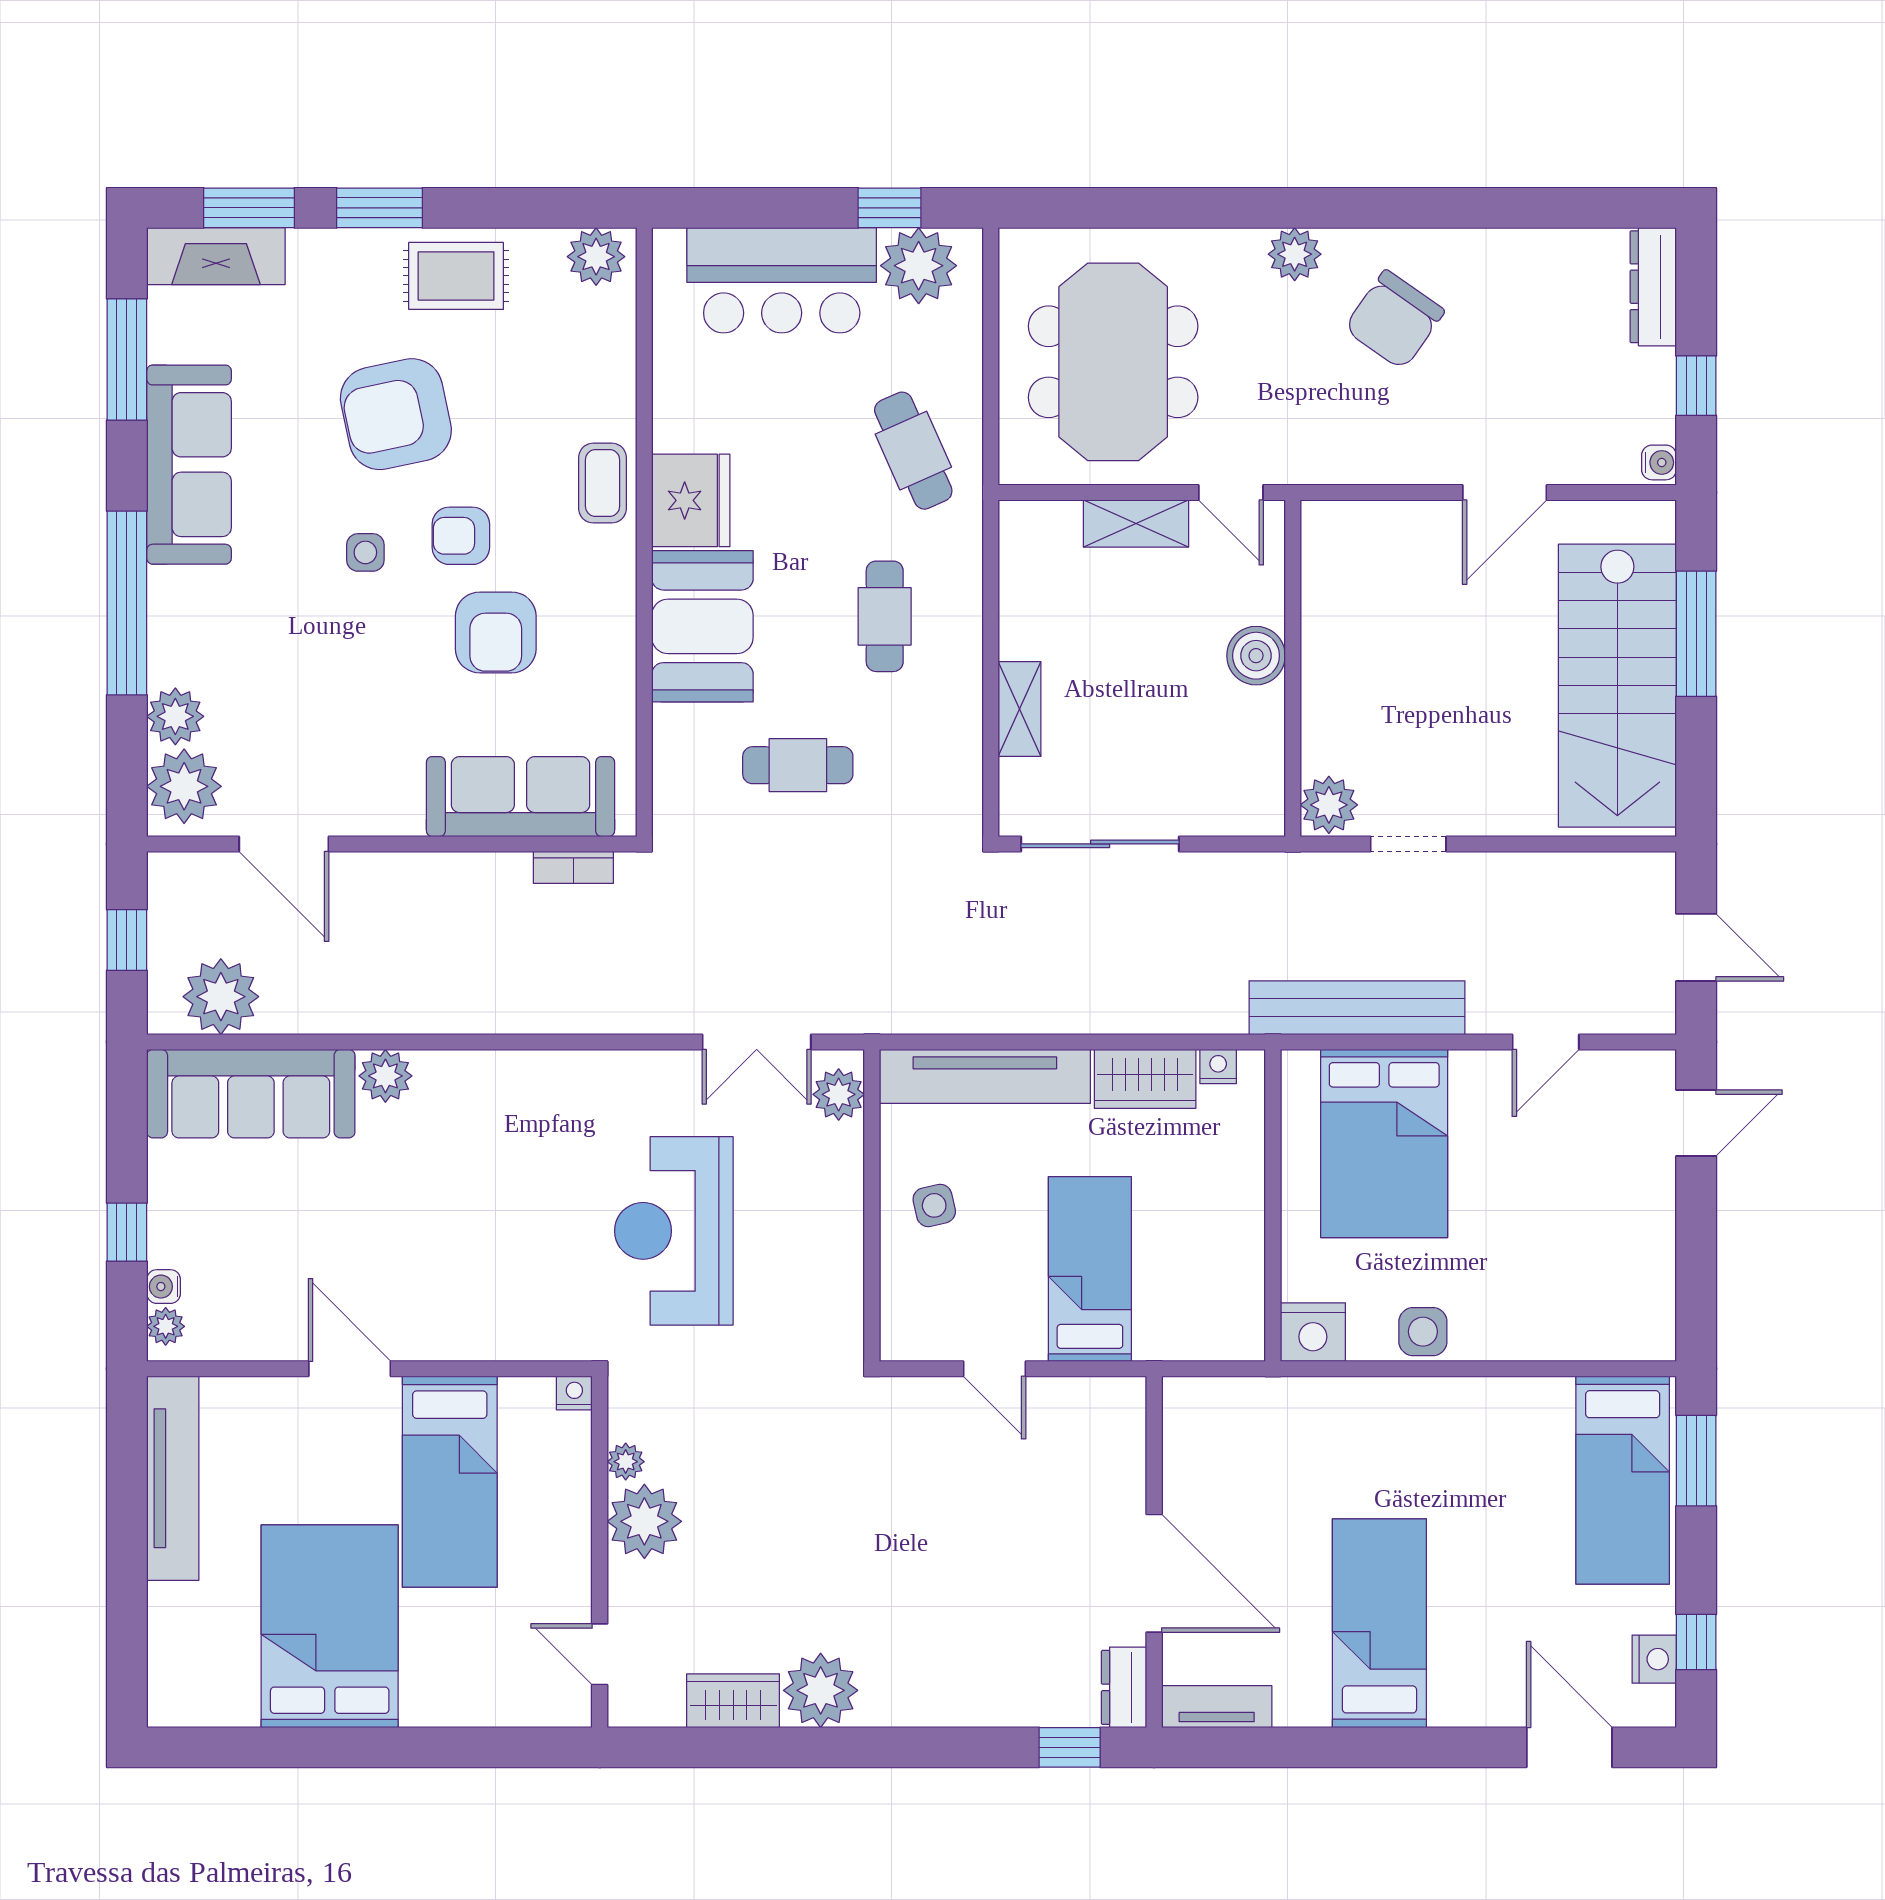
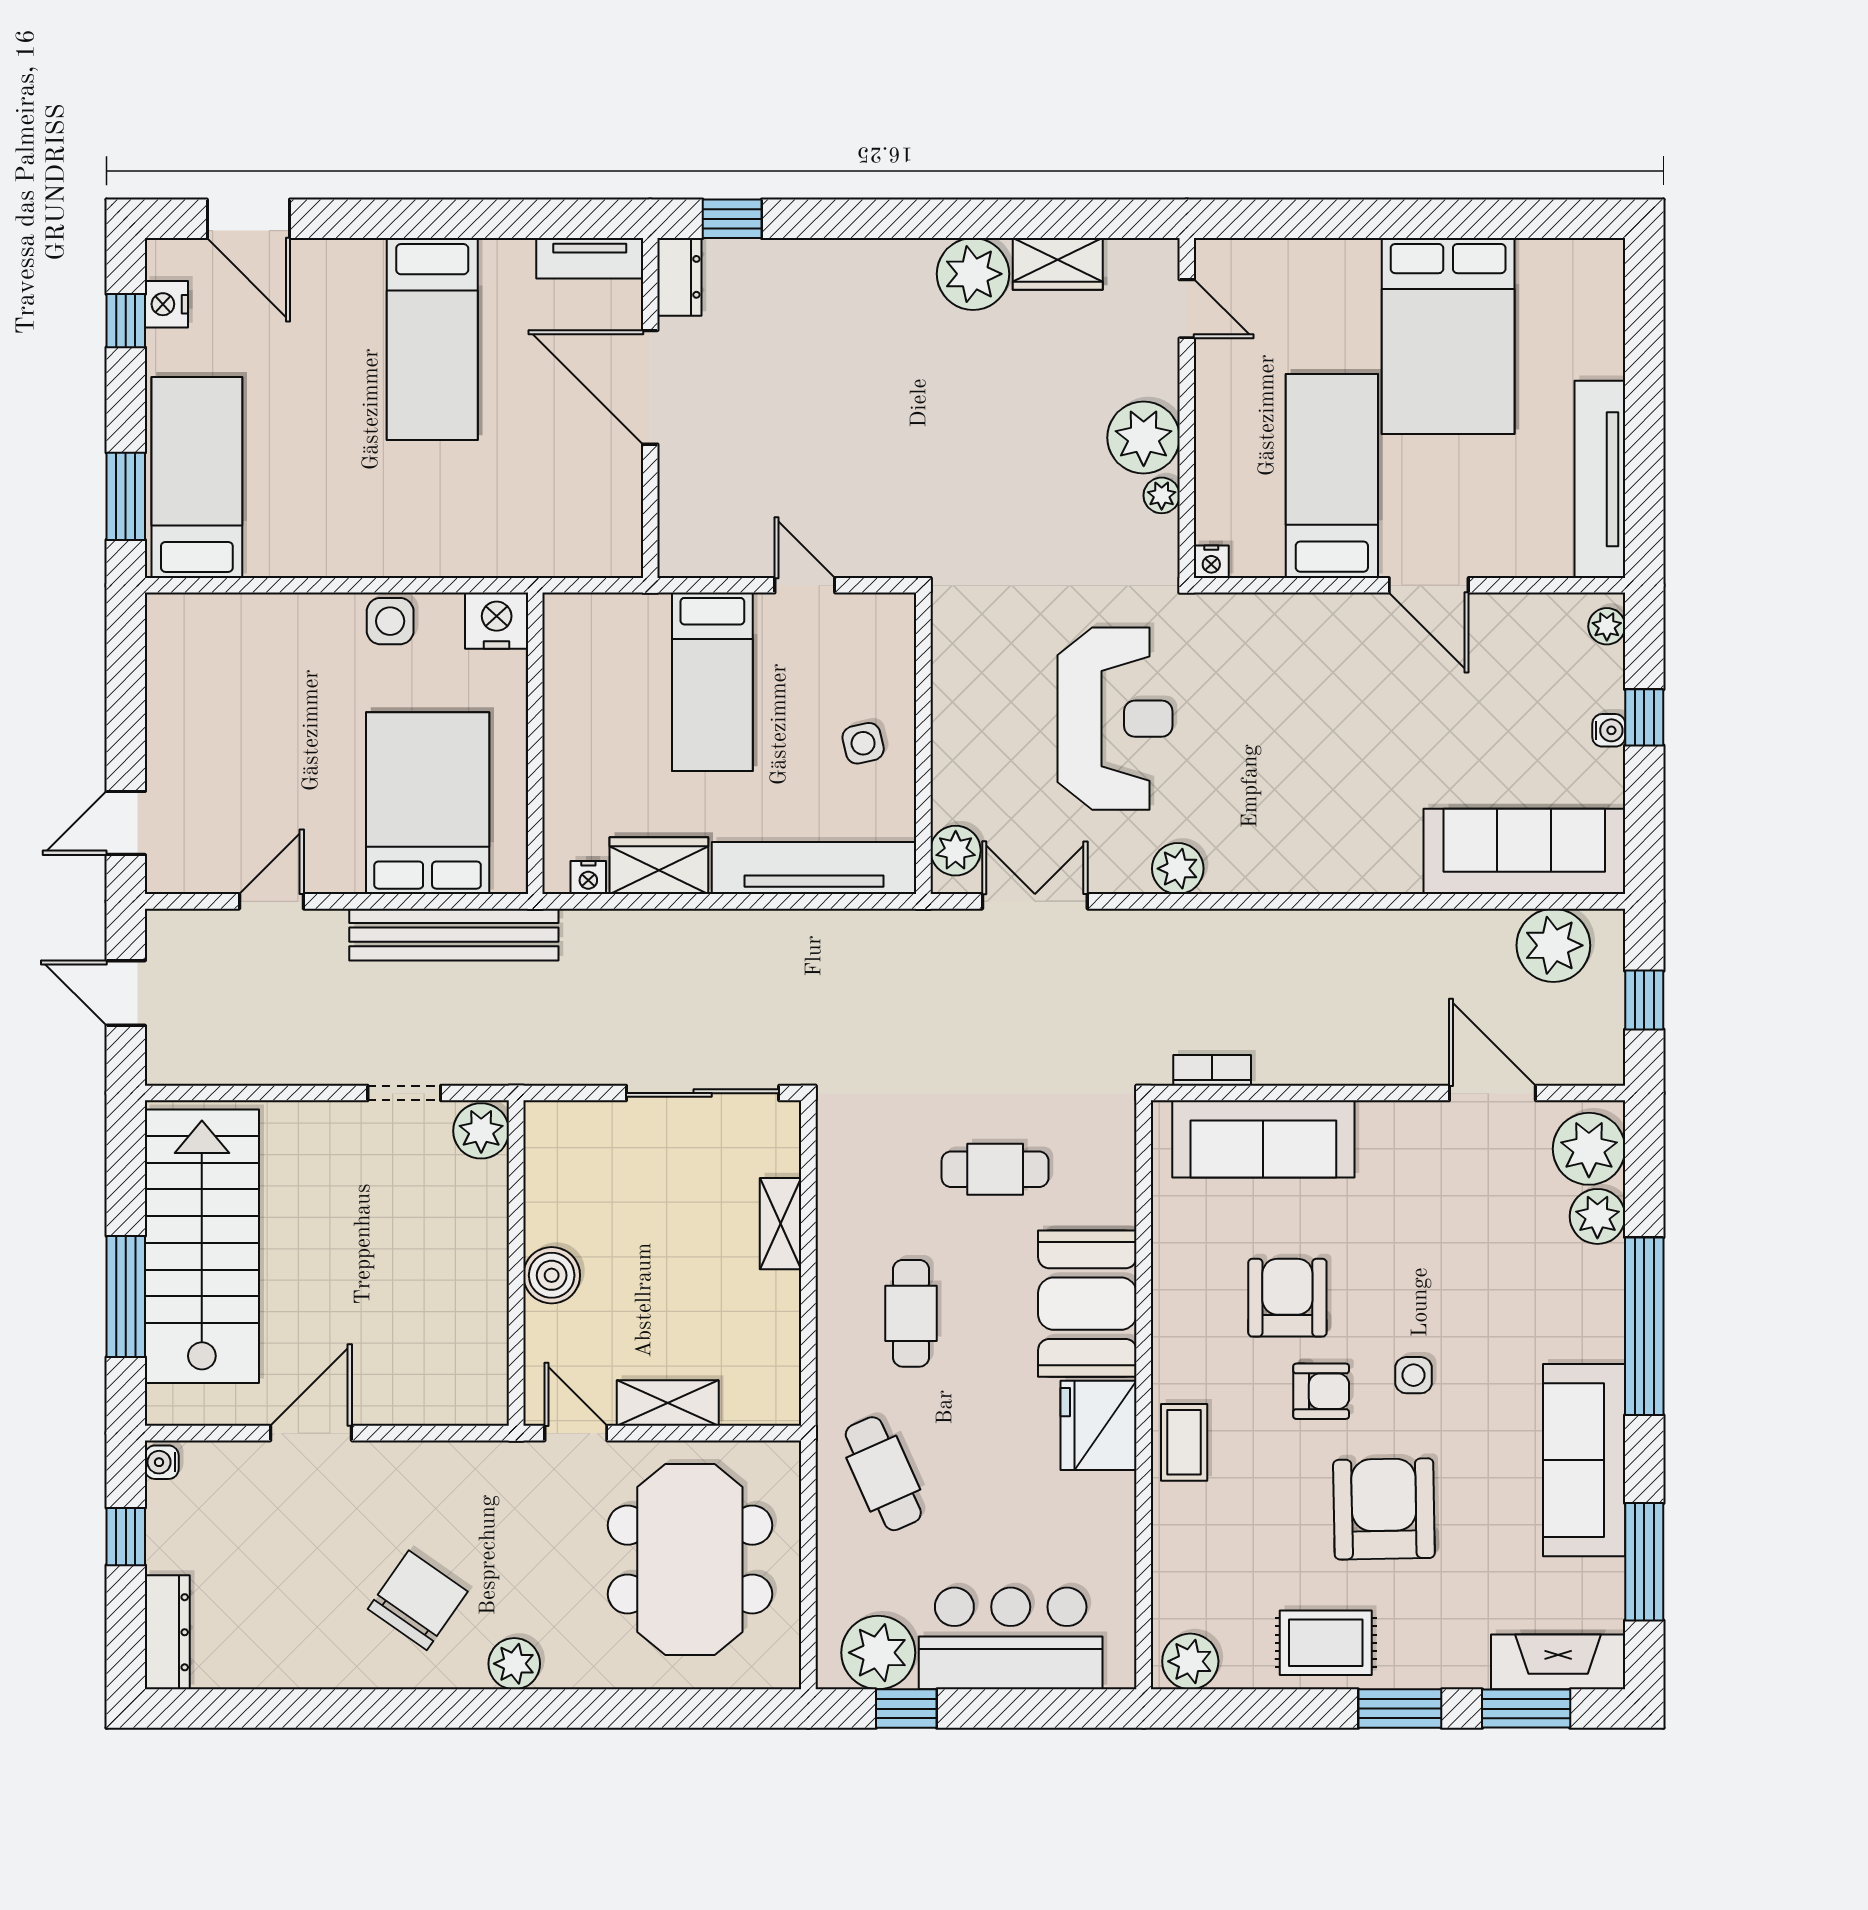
armchair: (396, 414) -> (1384, 1509), turned -79
plant: (385, 1076) -> (1178, 869), moved
water cooler: (164, 1287) -> (1609, 730), moved

